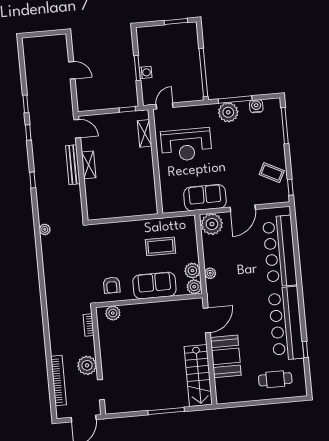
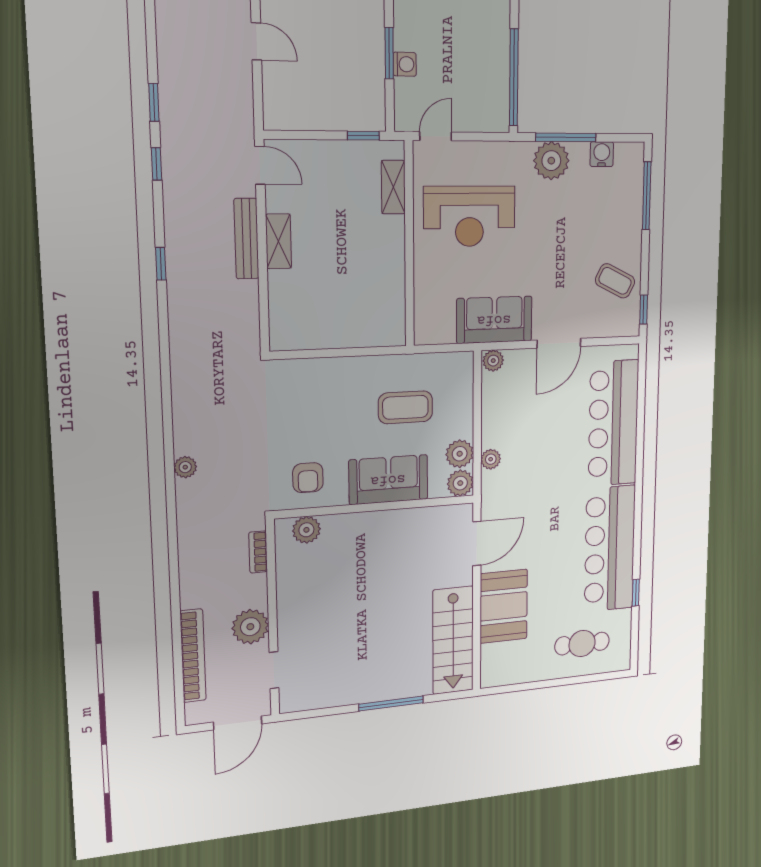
plant: (212, 224) -> (493, 361), width x0.53, depth x0.53
plant: (45, 229) -> (185, 467), moved

